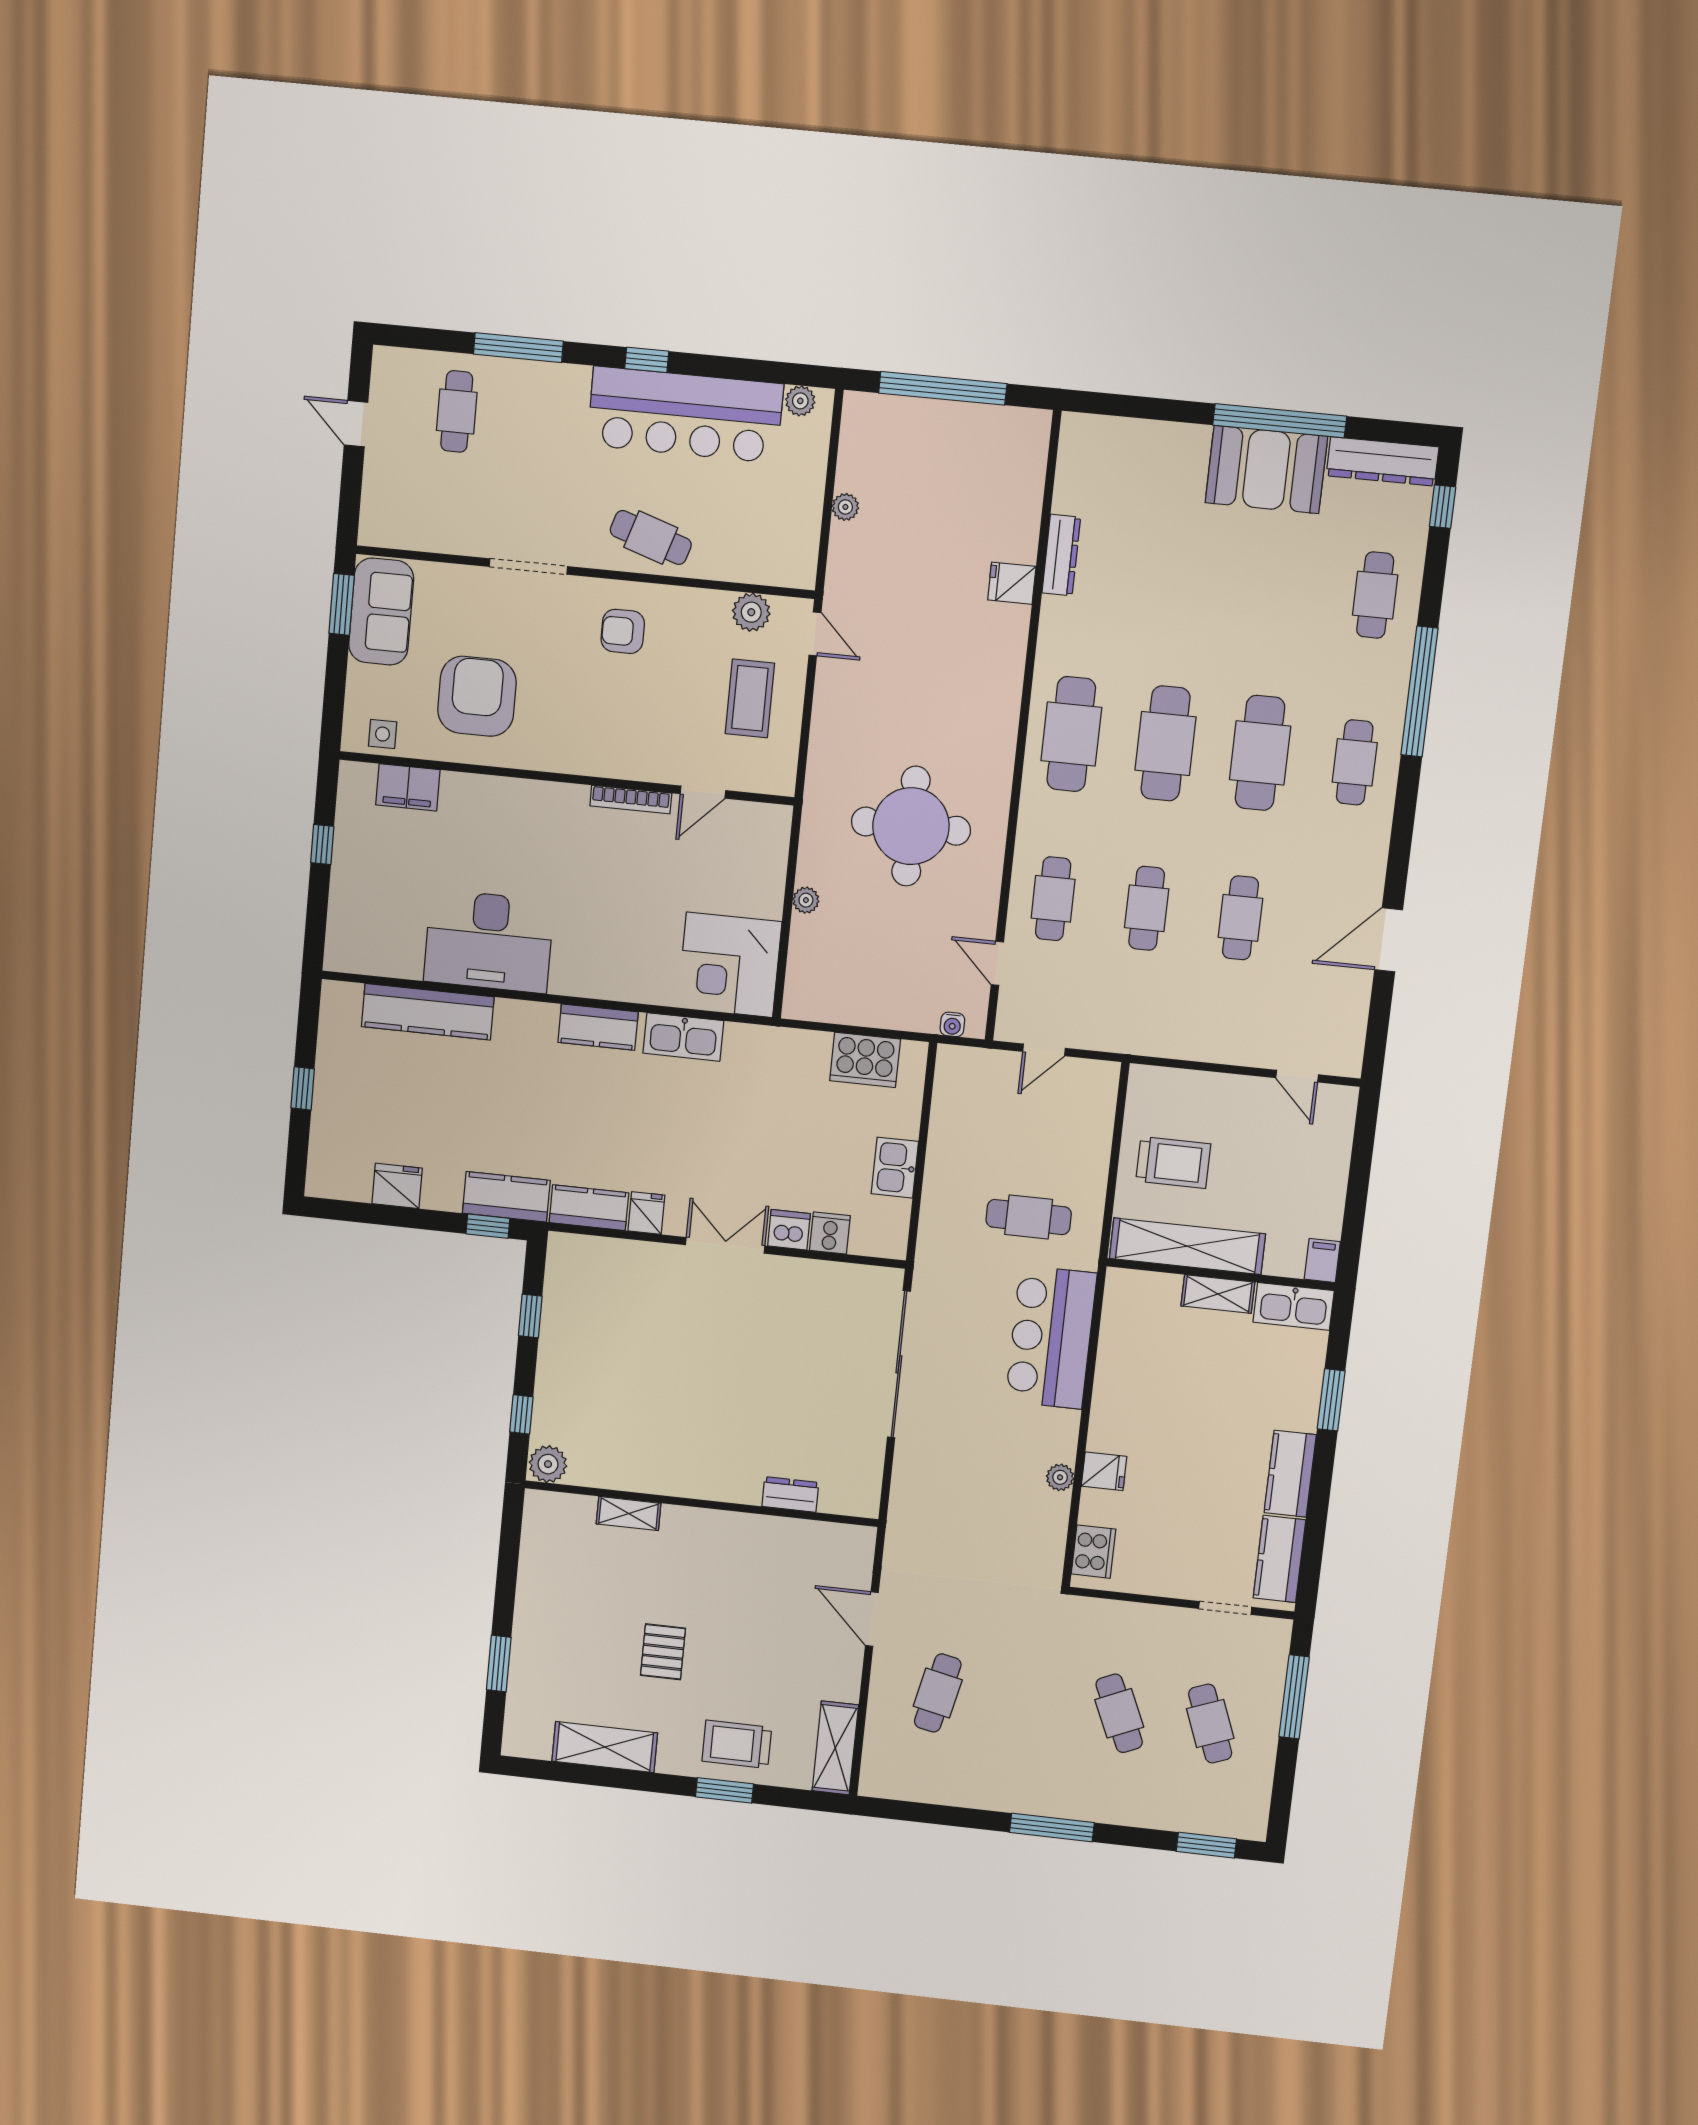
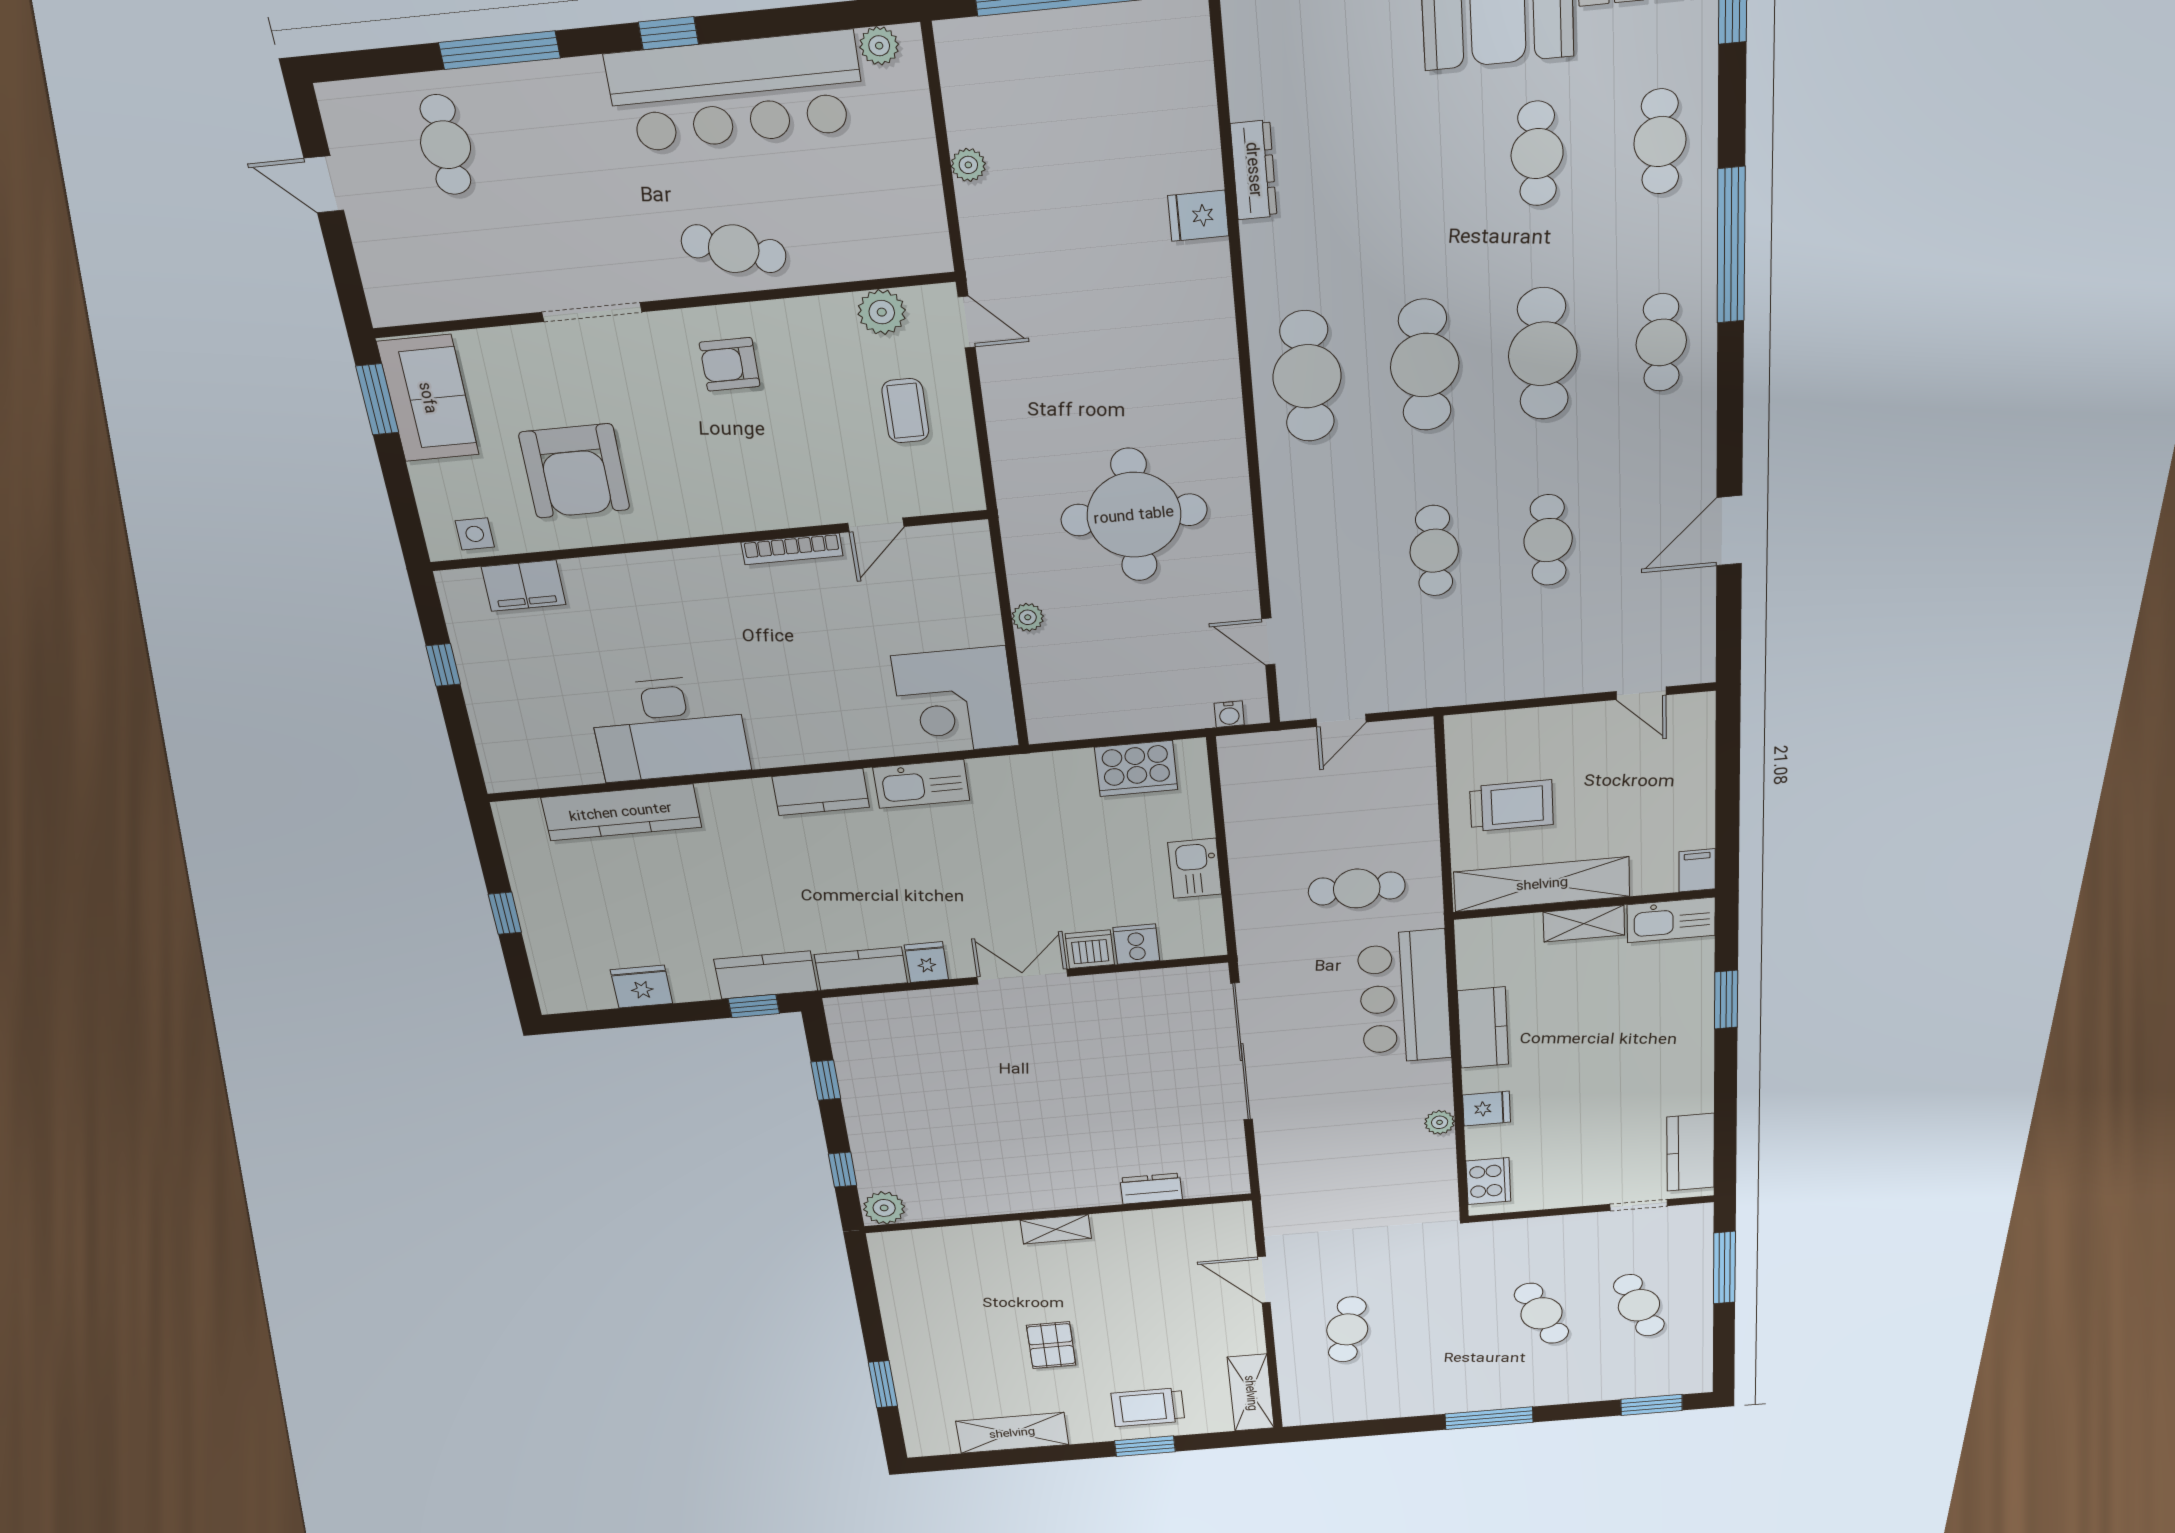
armchair: (477, 696) -> (574, 471), turned 180
coffee table: (750, 698) -> (905, 411), width x0.73, depth x0.77
cafe table: (1053, 899) -> (1537, 154), moved
kitchen counter: (1290, 1474) -> (1483, 1028), moved, turned 180
shelving: (629, 1514) -> (1056, 1229), moved

